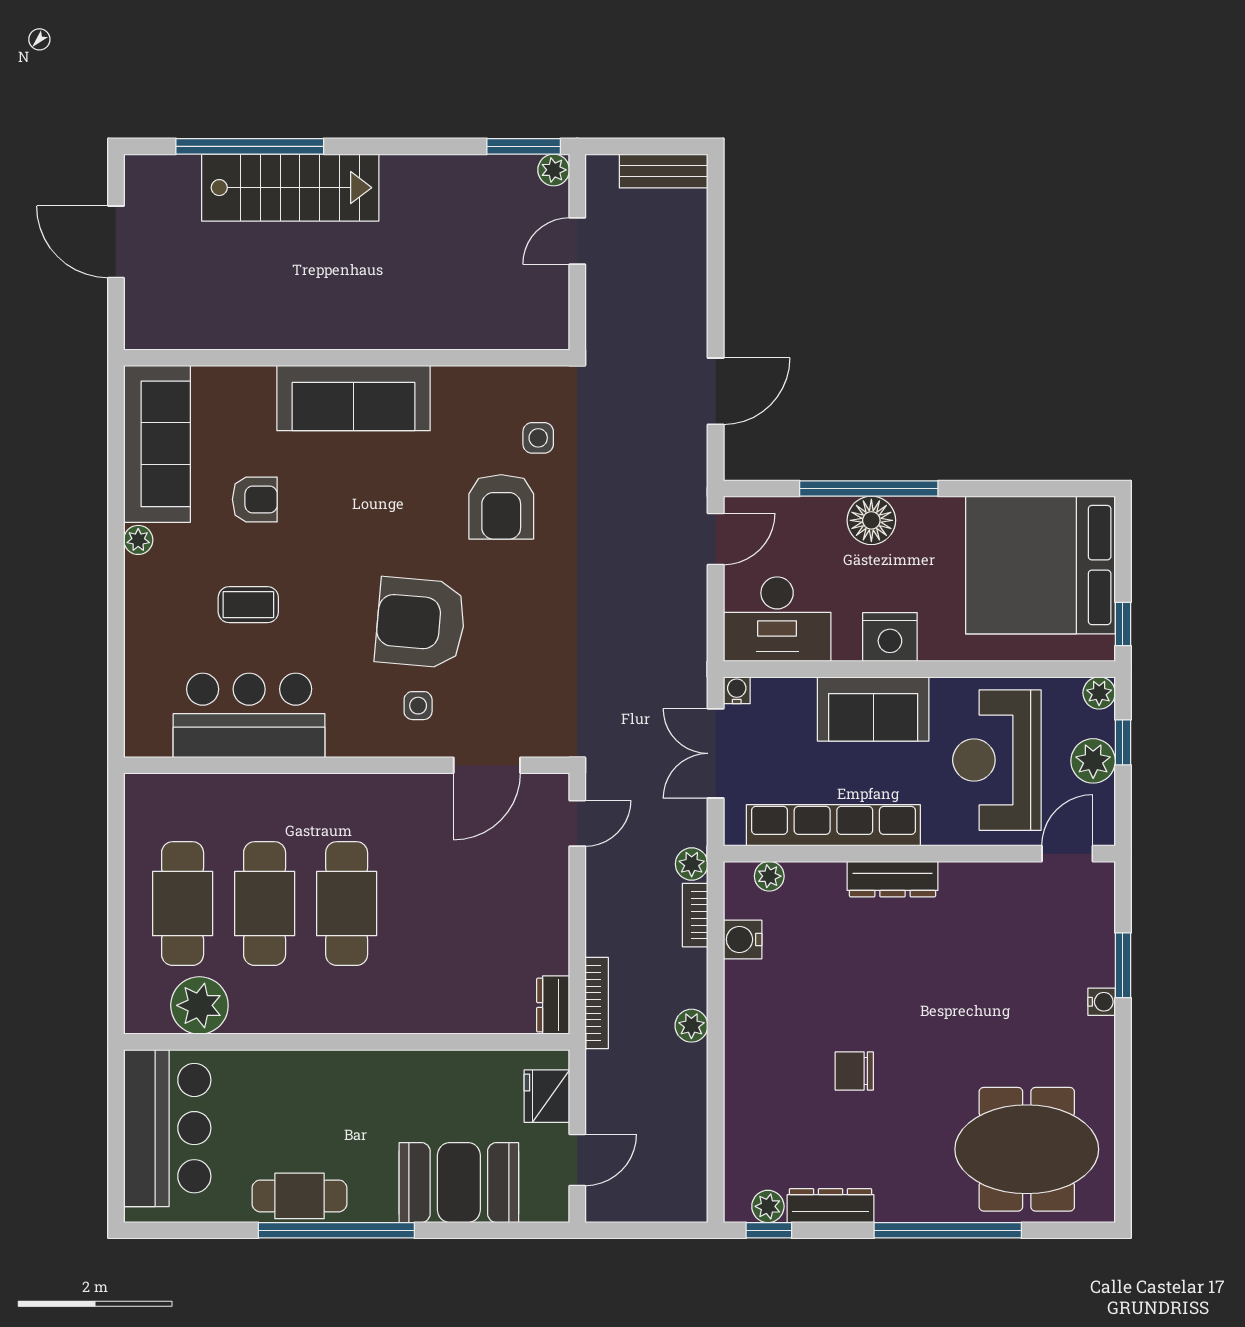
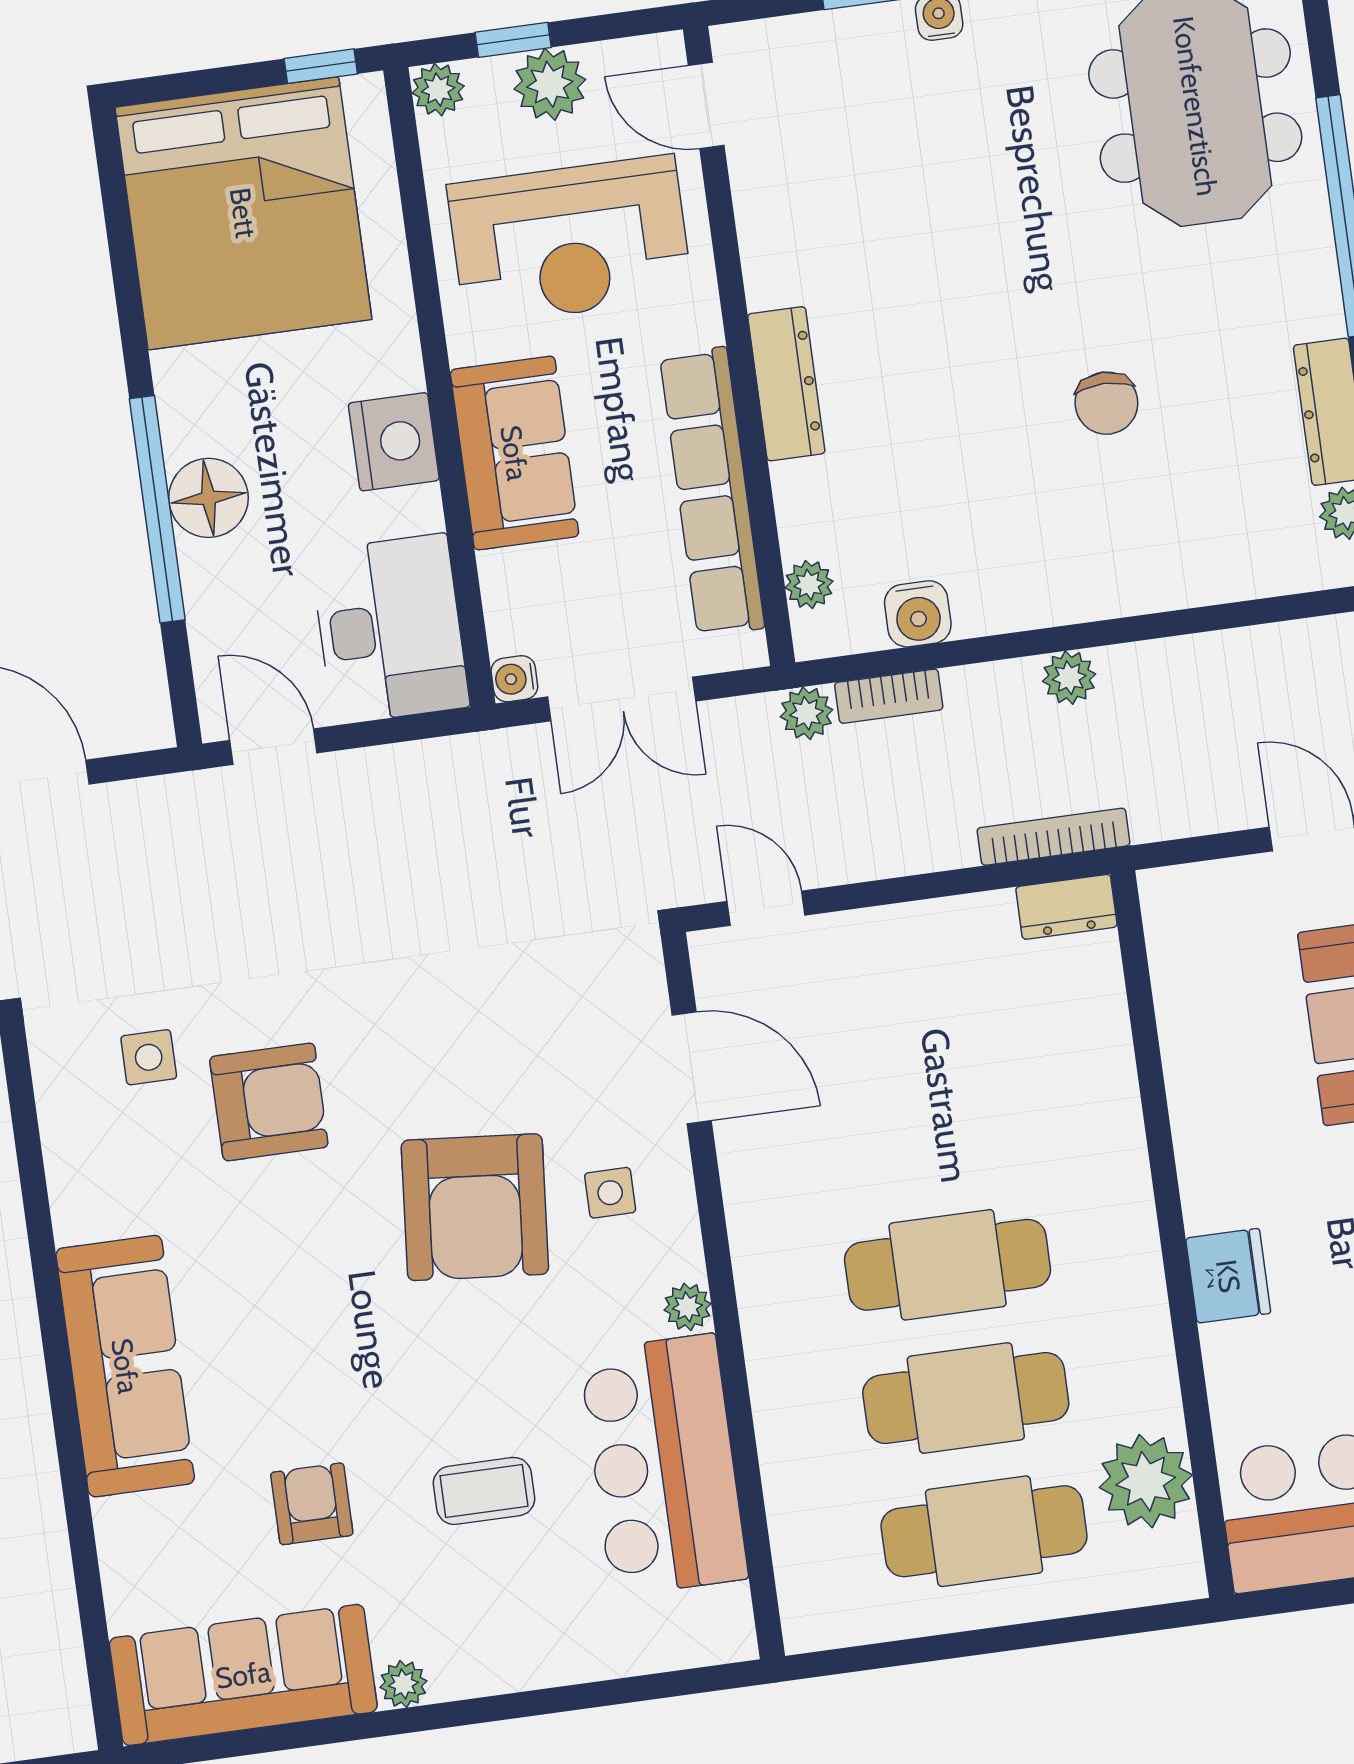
coffee table: (248, 605) -> (484, 1491), turned 90
plant: (343, 743) -> (687, 1307), added
fridge: (547, 1096) -> (1228, 1276), moved, turned -90

